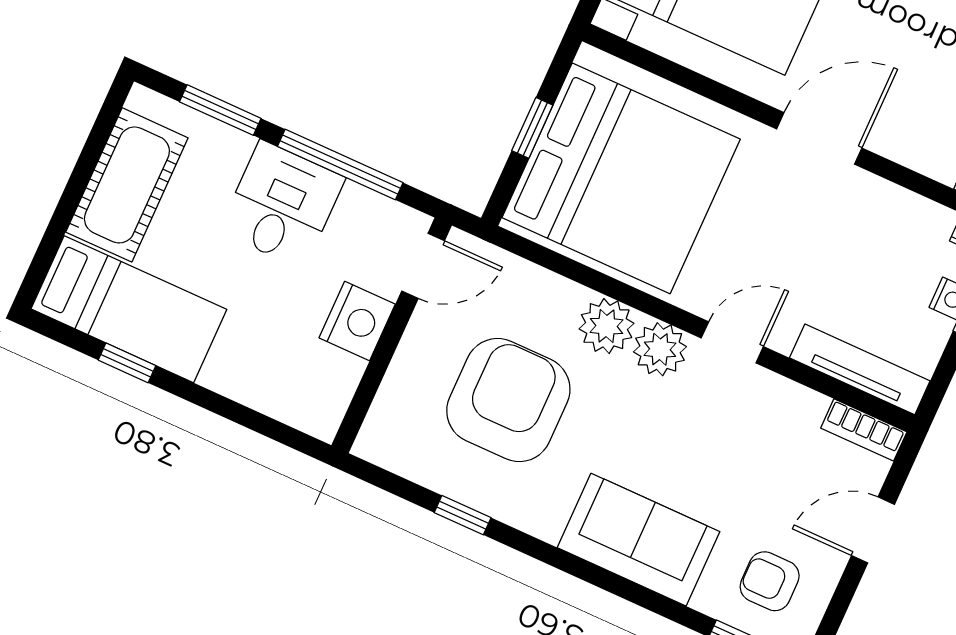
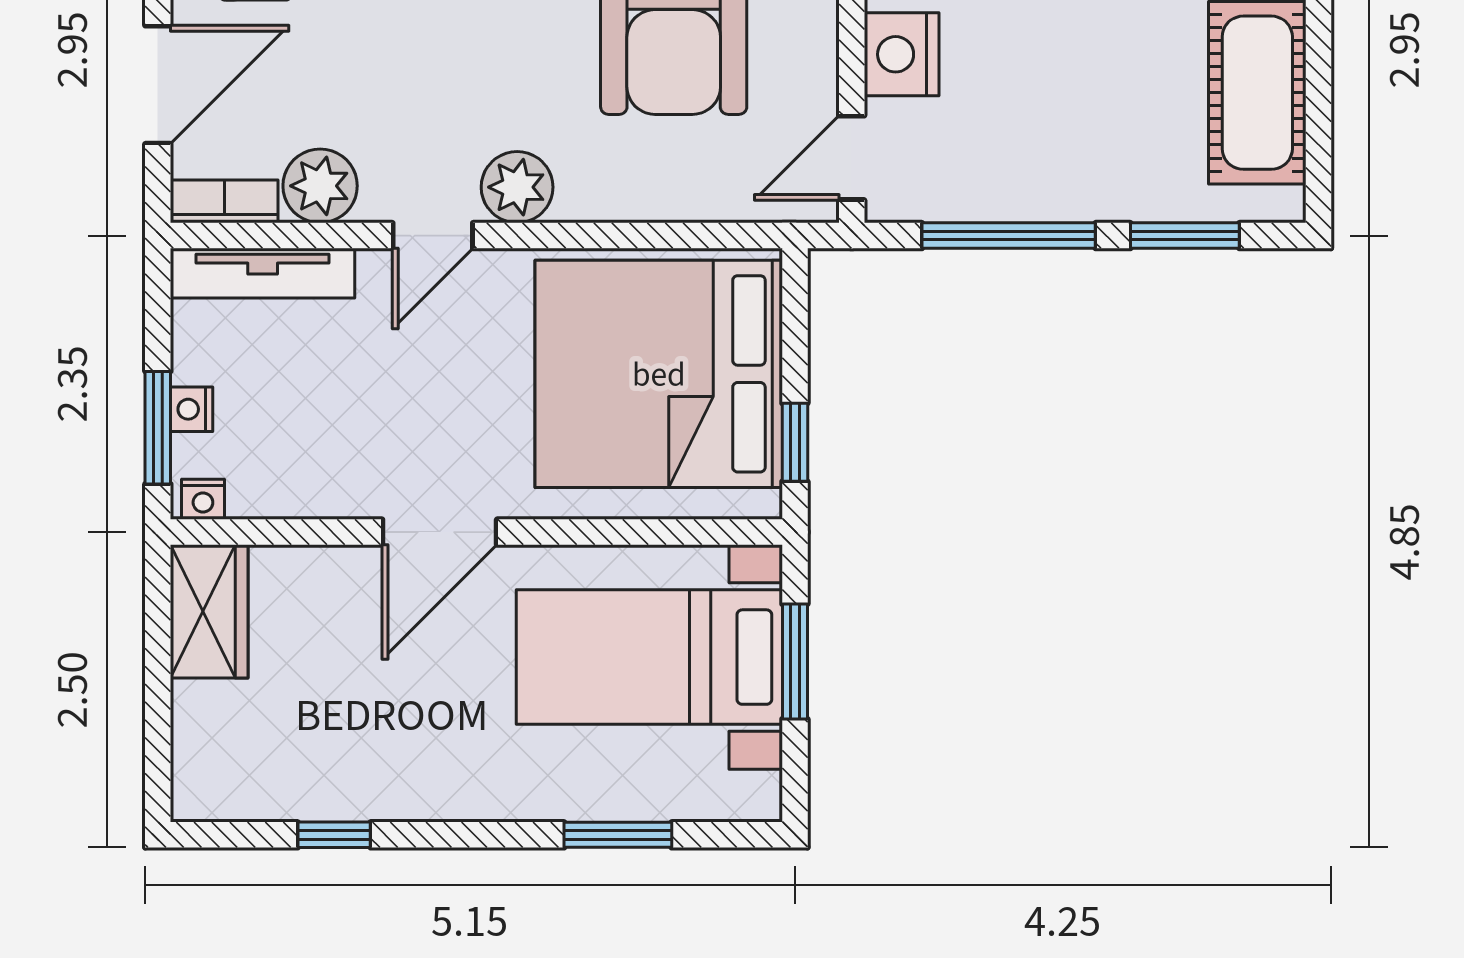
window: (532, 128) -> (795, 442), moved
desk: (282, 205) -> (1057, 155), removed
plant: (607, 326) -> (320, 186), moved
door: (873, 530) -> (158, 85), width x1.38

